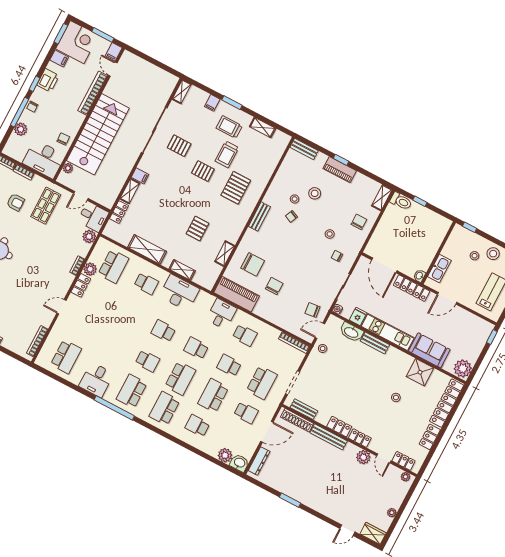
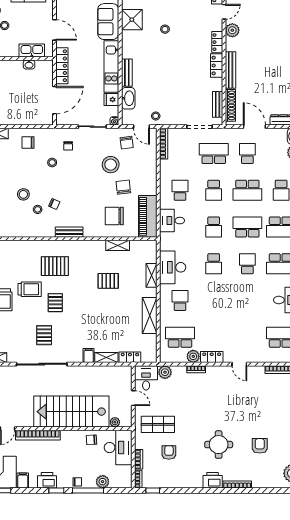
chair: (253, 264) -> (114, 216), turned -90
washbasin: (419, 276) -> (29, 65), moved
stool: (300, 285) -> (111, 165), added
chair: (274, 286) -> (123, 187), turned 84

